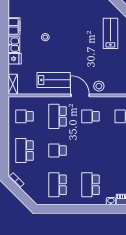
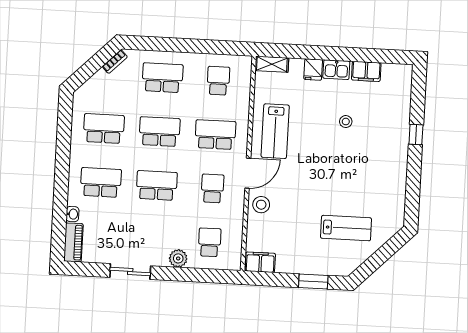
school desk: (58, 151) -> (160, 132), width x1.85
school desk: (91, 151) -> (157, 185), added

